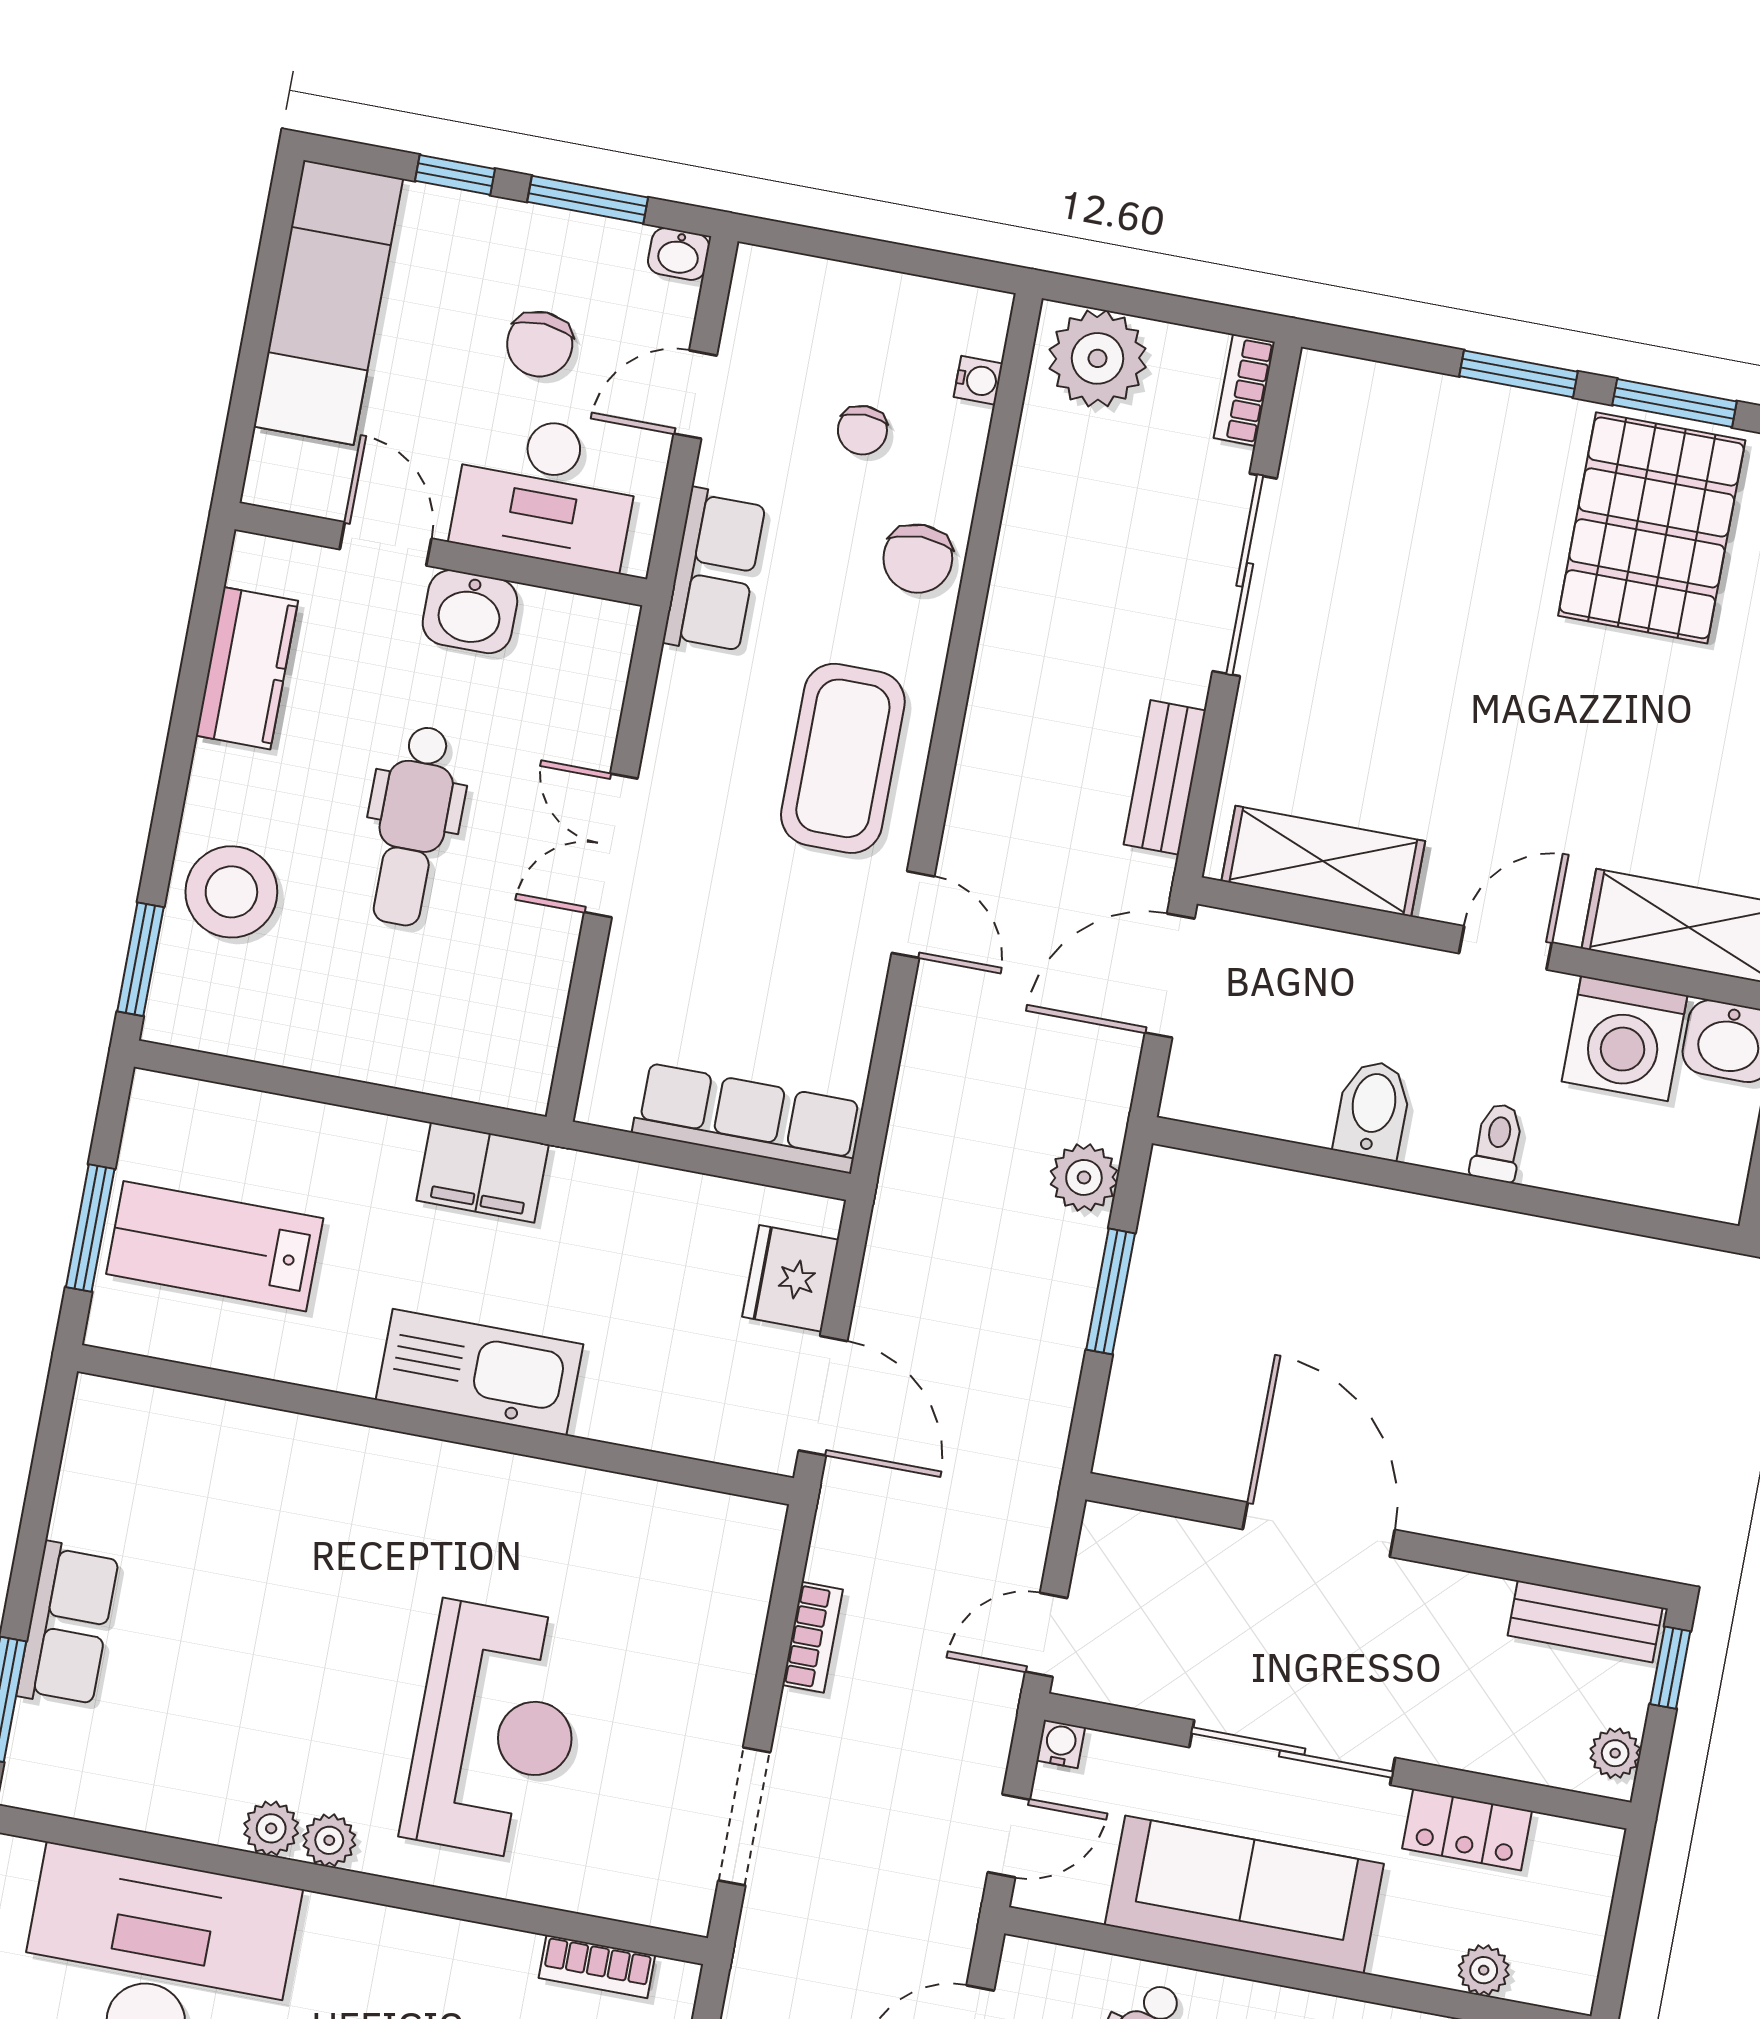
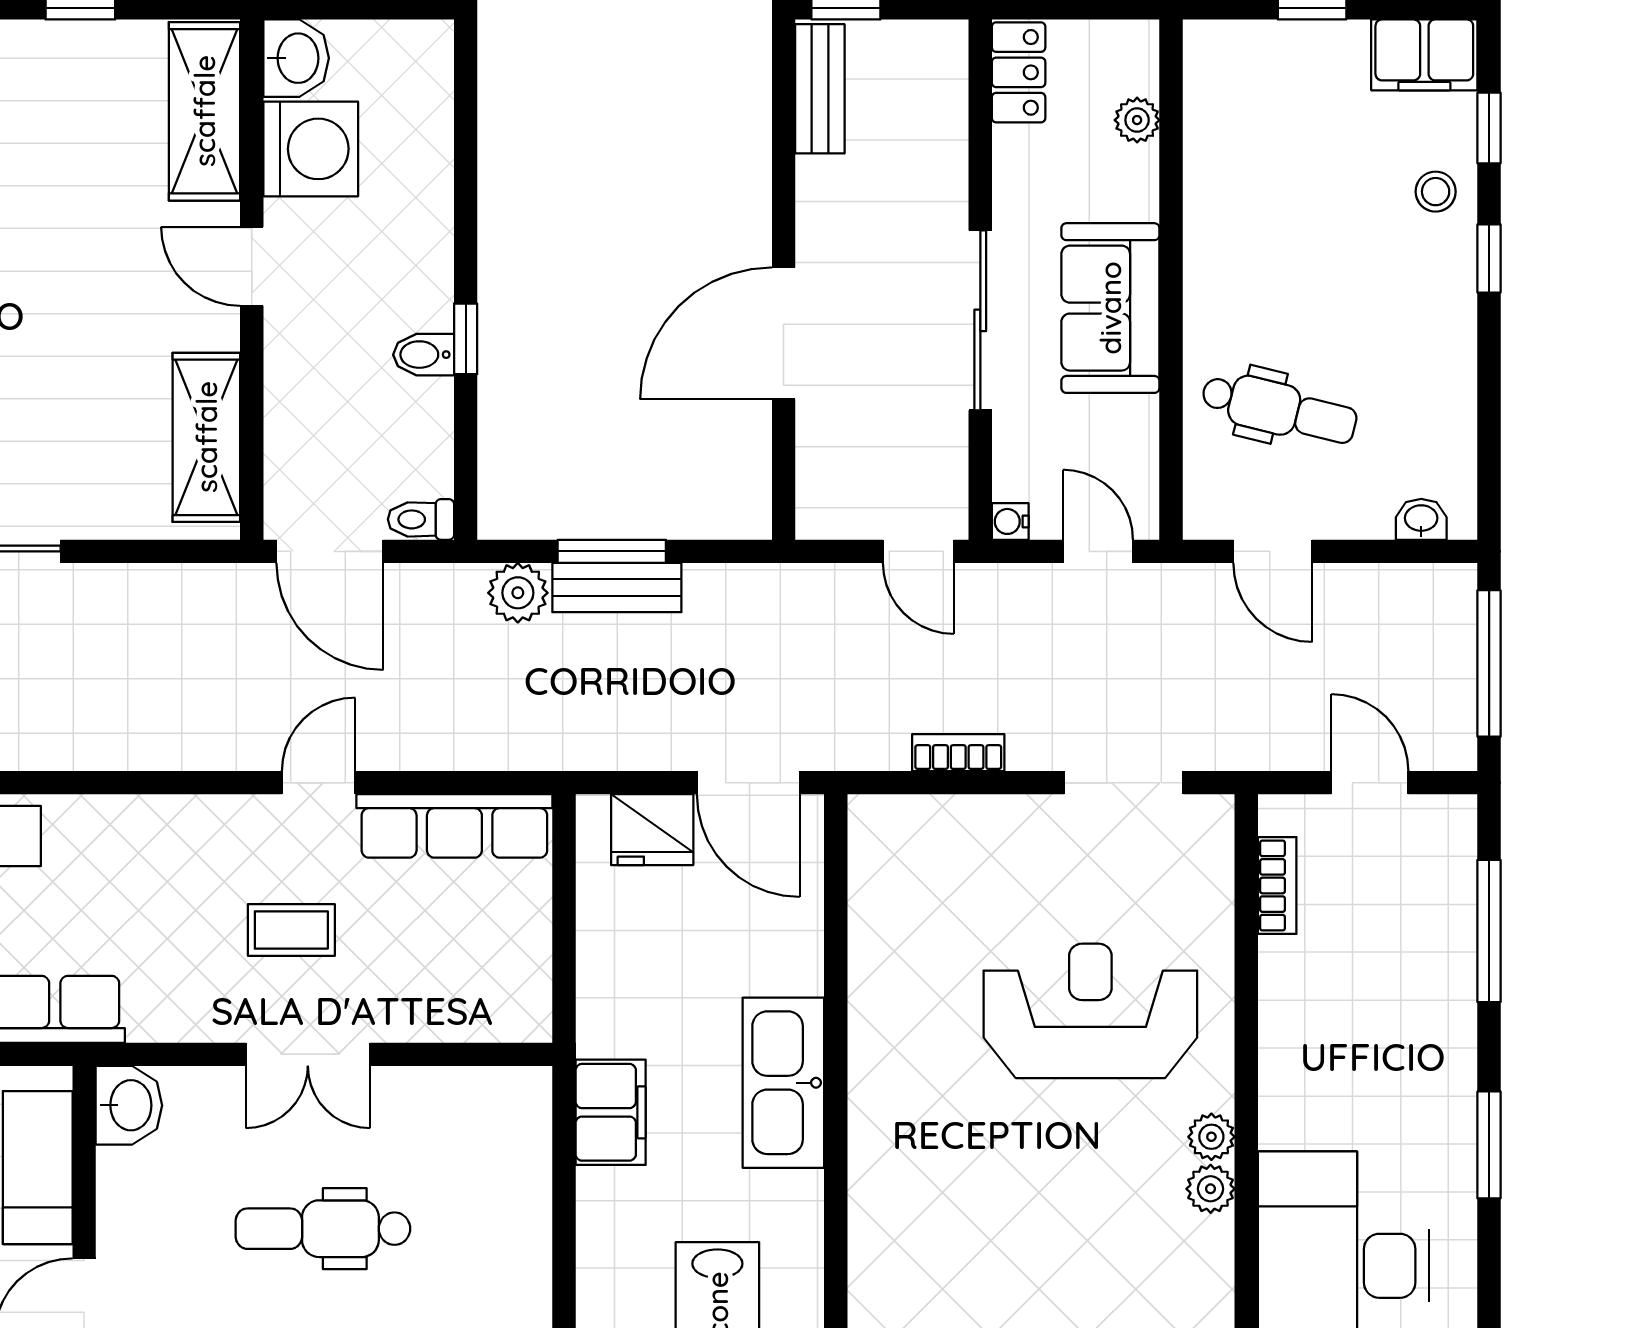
washbasin: (470, 612) -> (129, 1105), moved
coffee table: (843, 758) -> (291, 930), moved, width x0.54, depth x0.58
bench: (1165, 777) -> (617, 588), moved
dental chair: (413, 826) -> (323, 1229), turned 180
bidet: (1373, 1110) -> (424, 355), width x0.72, depth x0.74
row of seats: (748, 1118) -> (454, 826), moved, turned -90
toilet: (1498, 1143) -> (421, 519), moved
window: (1379, 1172) -> (466, 339), added
door: (823, 1396) -> (748, 783), swing flipped
plant: (1615, 1753) -> (929, 42), removed
locker: (1467, 1830) -> (1019, 72), moved
sofa: (1244, 1894) -> (1110, 308), width x0.73

